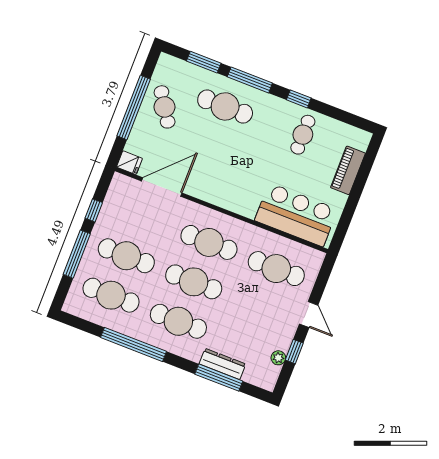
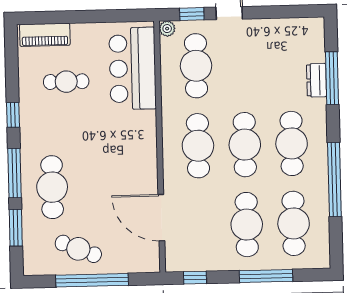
cafe table: (165, 107) -> (78, 249), turned 55
cafe table: (303, 135) -> (66, 82), moved
fridge: (129, 163) -> (150, 261), removed
piano: (348, 170) -> (45, 35), moved
window: (94, 210) -> (195, 278), moved
window: (294, 352) -> (192, 14), moved
plant: (278, 358) -> (167, 29), moved
dresser: (222, 364) -> (316, 80), width x0.70

